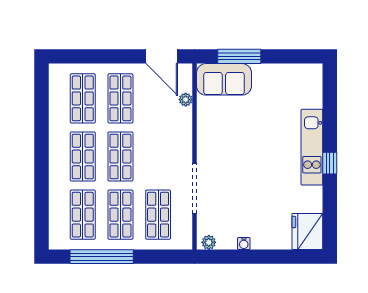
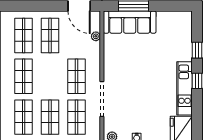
sofa: (224, 79) -> (130, 22), width x1.36
window: (330, 119) -> (197, 50), added
kitchen unit: (312, 147) -> (184, 88), moved
shop shelf: (120, 157) -> (76, 76), moved

